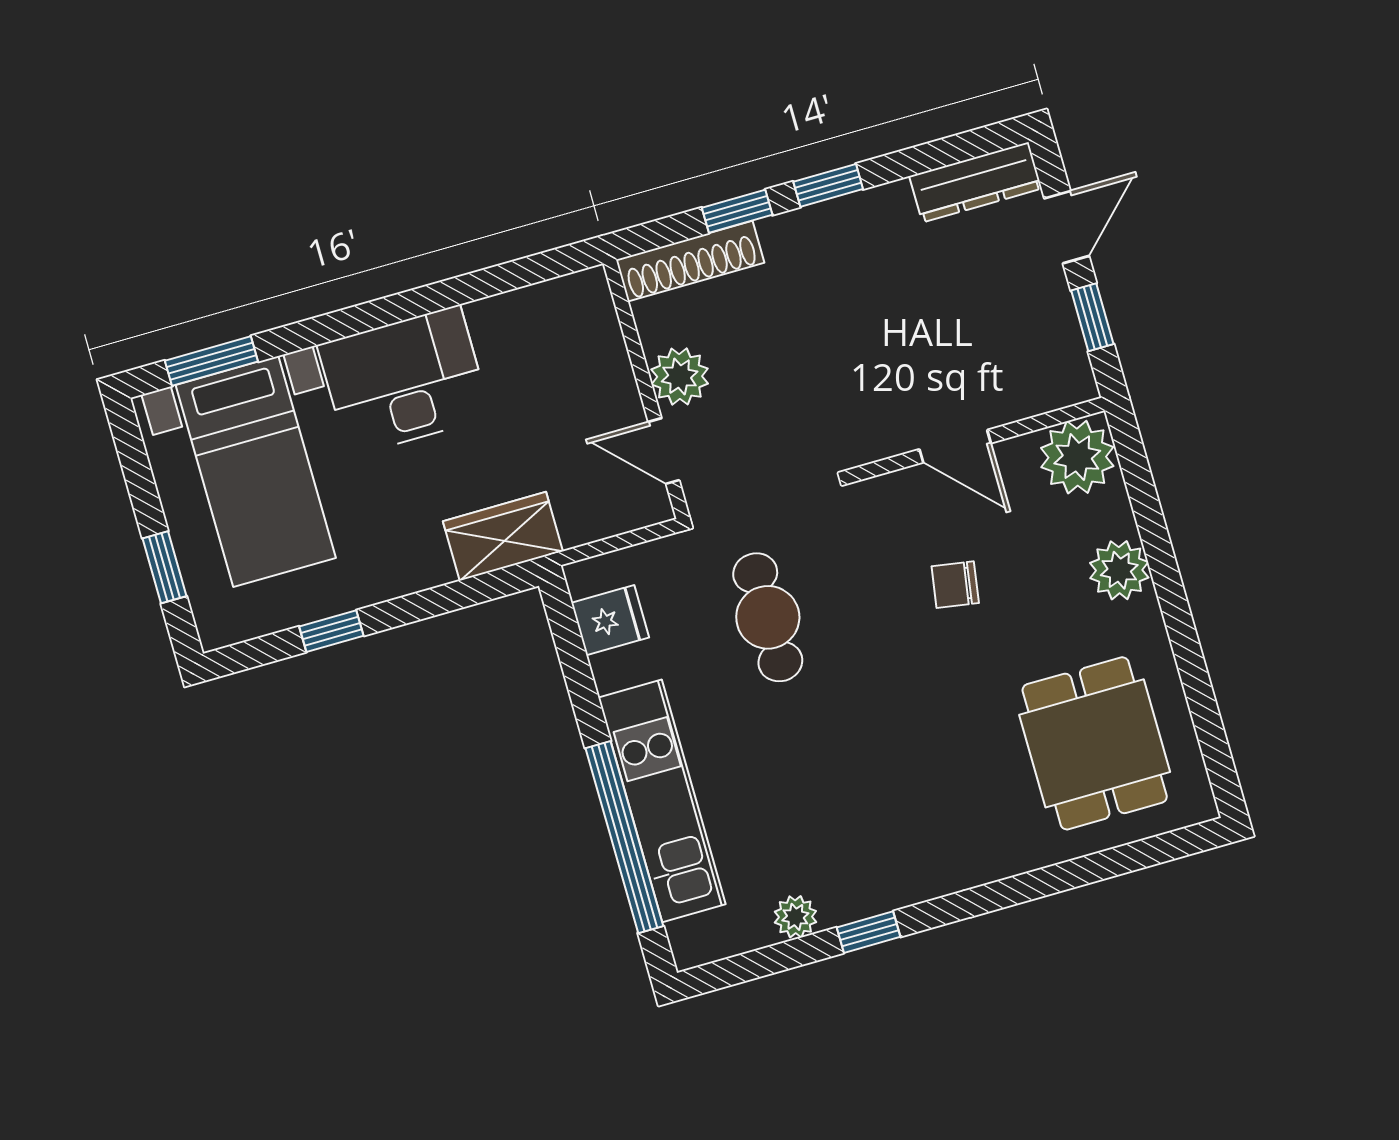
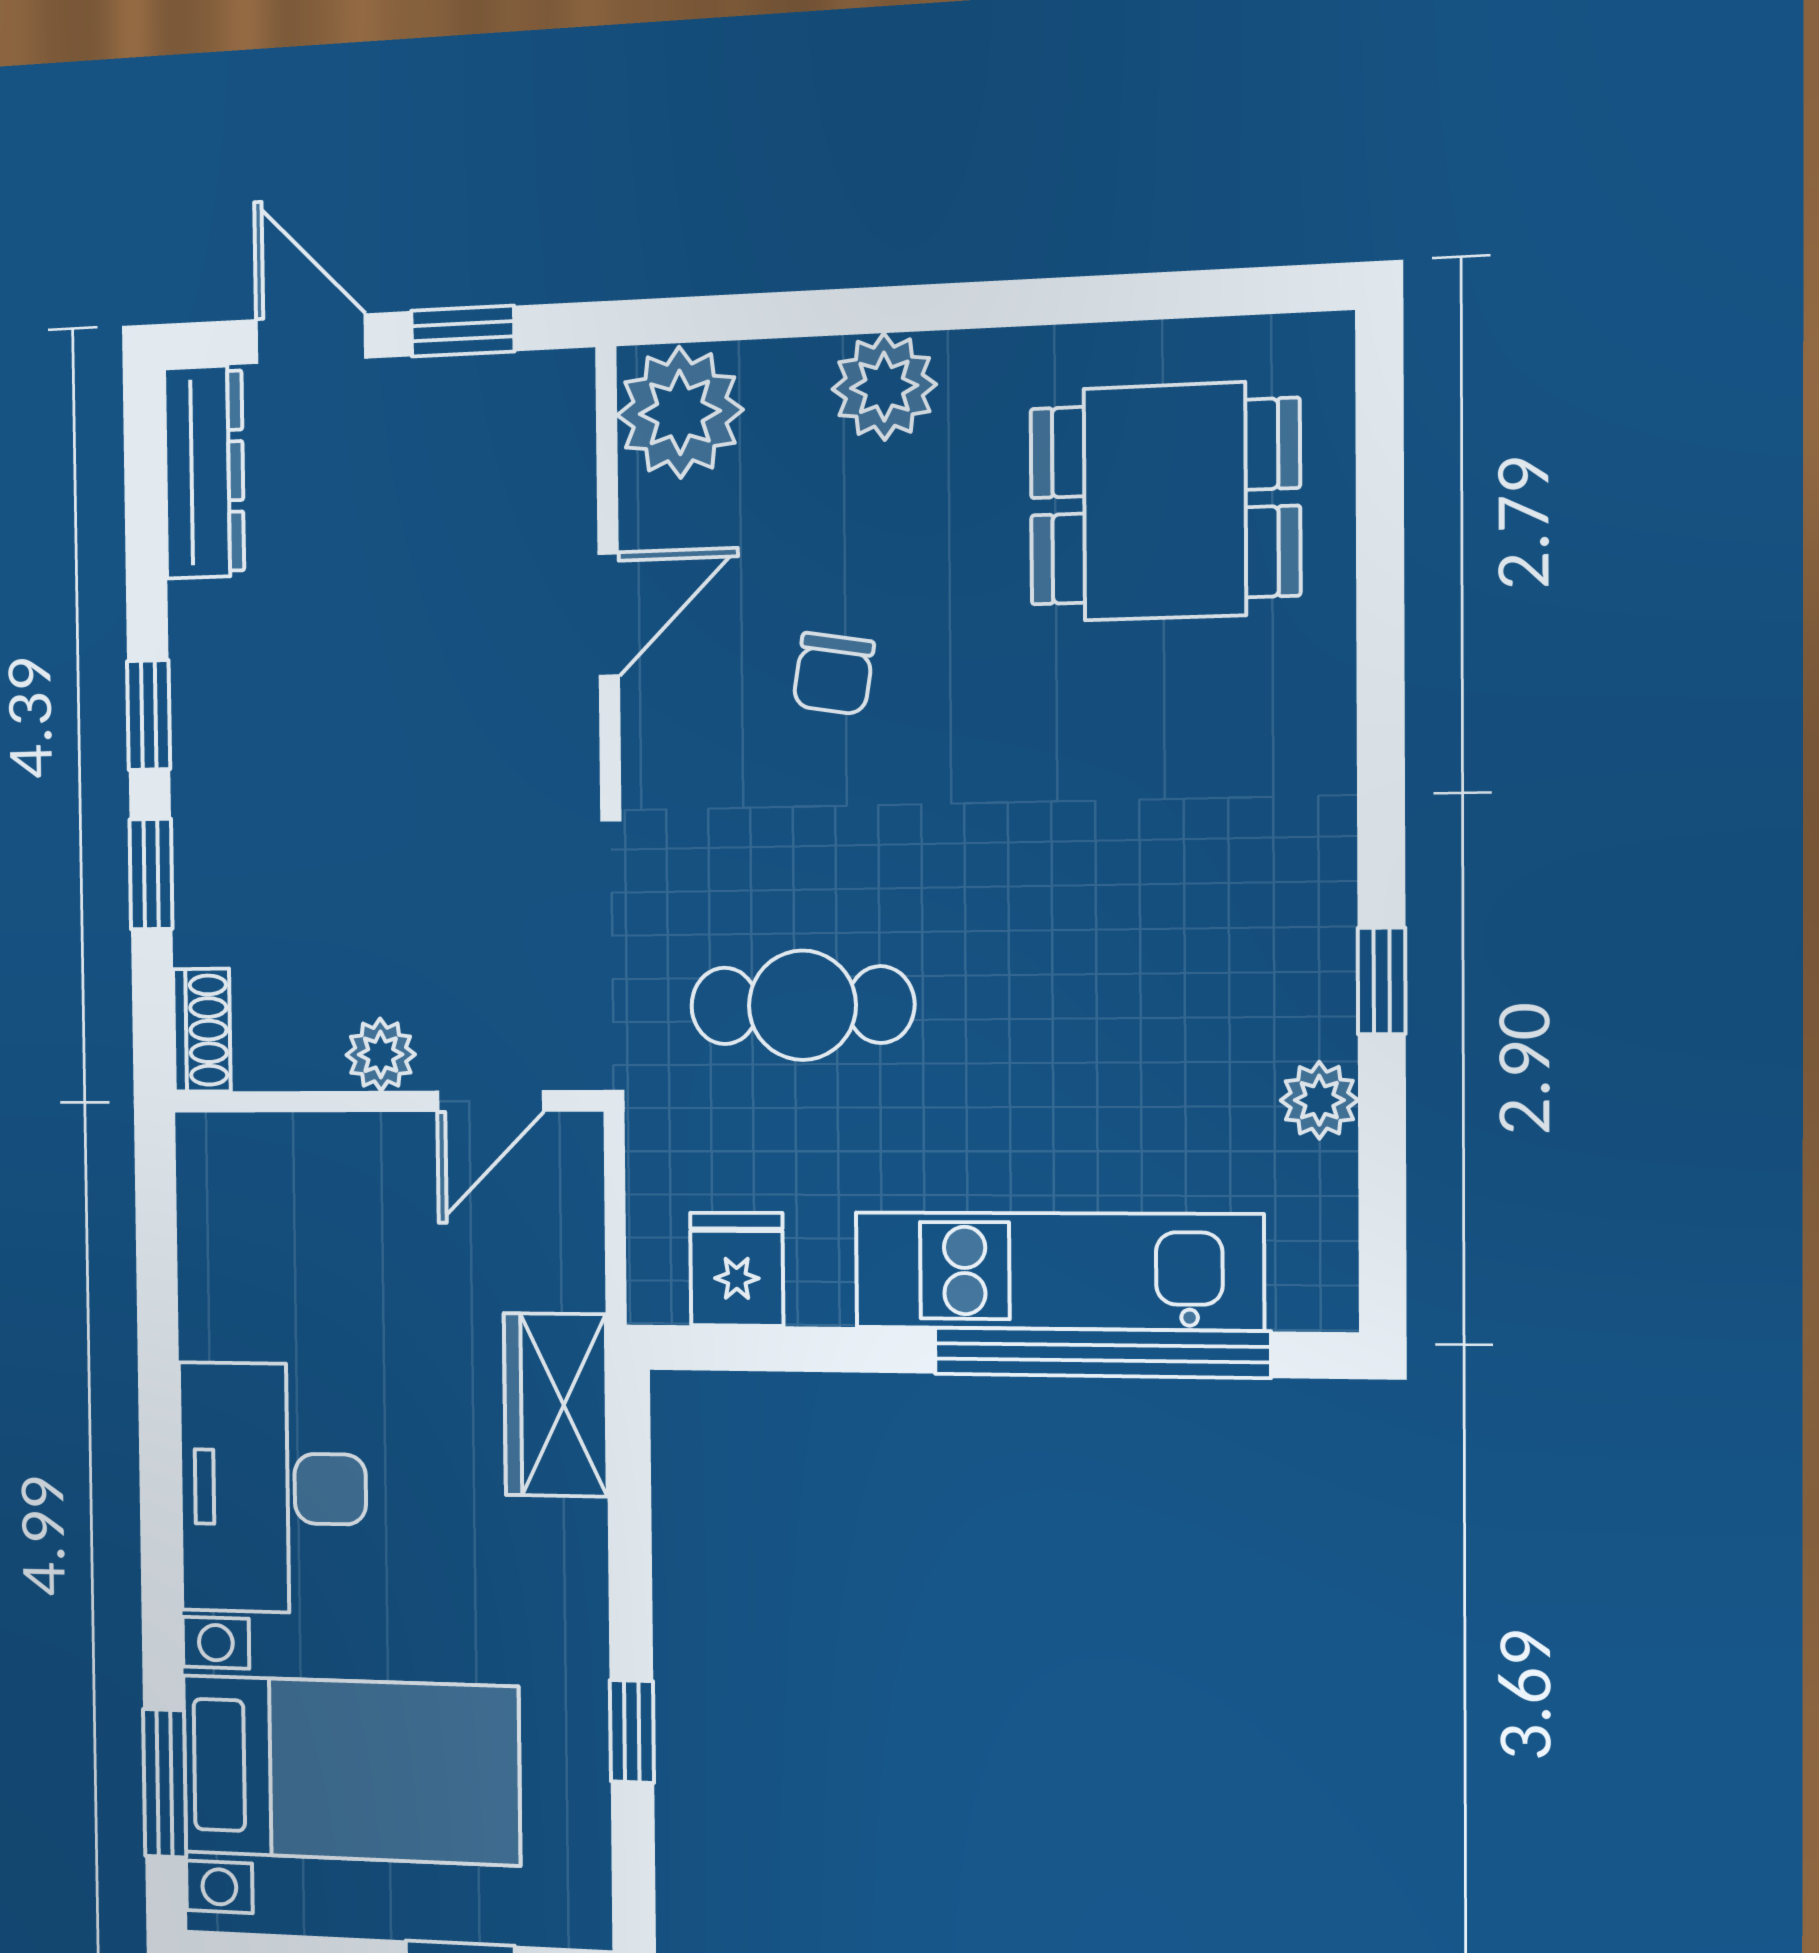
shoe rack: (690, 261) -> (202, 1030), width x0.51, depth x0.81
plant: (680, 377) -> (381, 1055), width x0.73, depth x0.73

